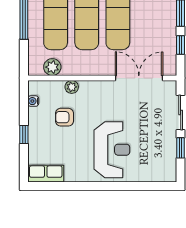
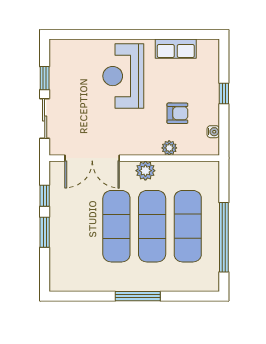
plant: (52, 67) -> (145, 171), moved
row of seats: (46, 174) -> (176, 49), moved

